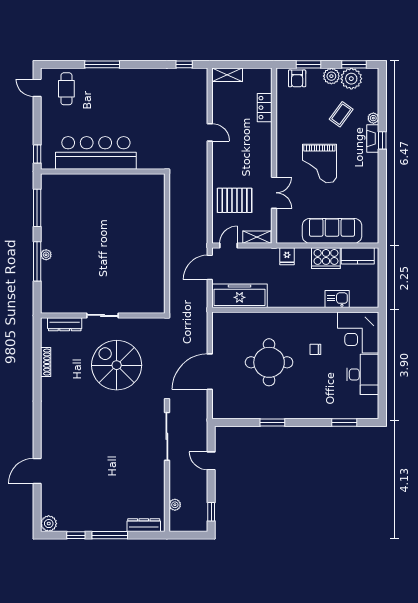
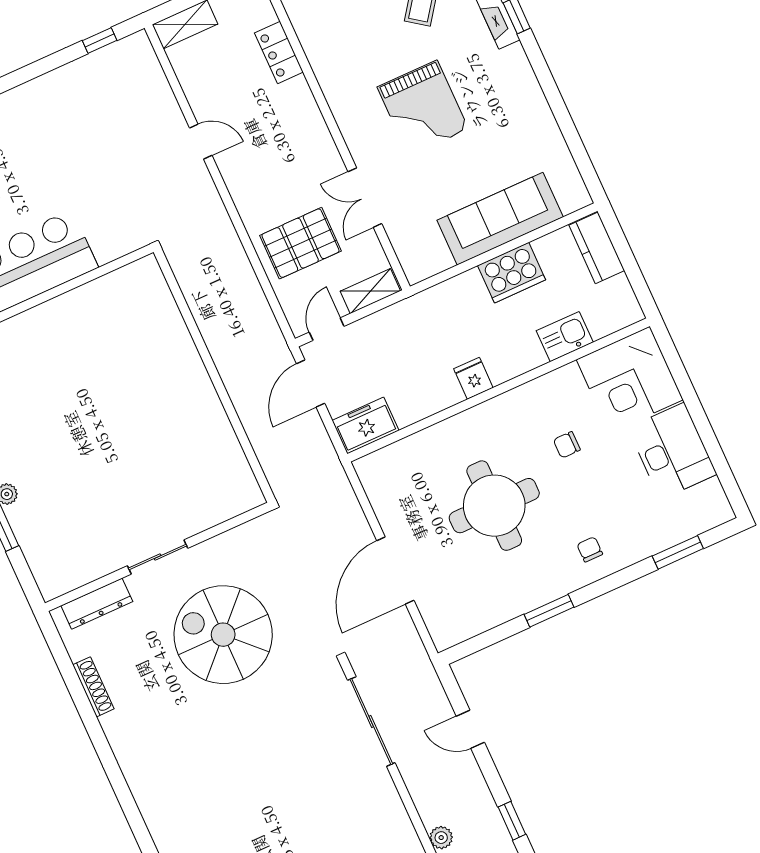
double door: (274, 193) -> (365, 198), swing flipped
fridge: (287, 256) -> (473, 378), moved, turned 180
kitchen counter: (358, 256) -> (597, 248), moved, turned 90
freezer: (239, 296) -> (365, 425), width x0.52, depth x0.79
chair: (304, 403) -> (590, 549), added

